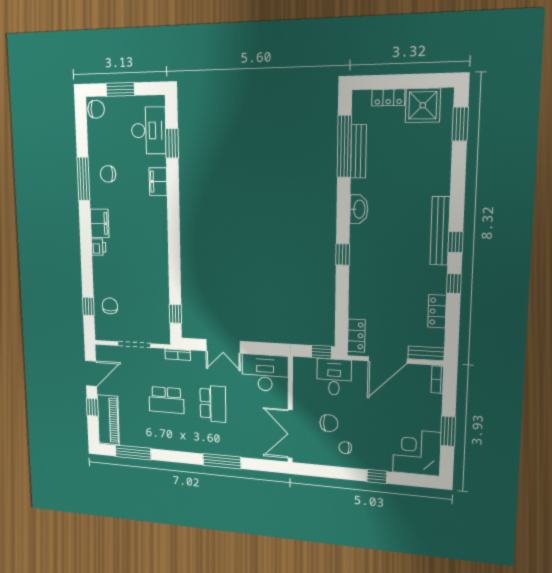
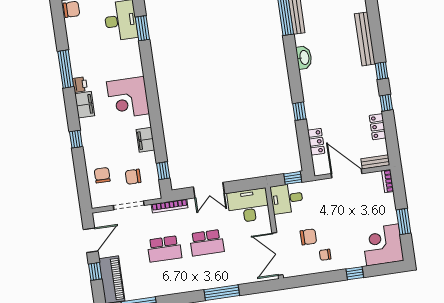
chair: (108, 174) -> (133, 177), moved
filing cabinet: (158, 182) -> (145, 140), moved
corner desk: (147, 223) -> (128, 98), added
bench: (440, 231) -> (365, 39), moved
printer: (99, 247) -> (80, 84), moved
window: (343, 254) -> (299, 111), moved
window: (88, 306) -> (76, 139), moved
locker: (356, 336) -> (316, 142), moved
bookcase: (178, 355) -> (170, 206), width x1.56
door: (387, 360) -> (347, 174), swing flipped
desk: (334, 377) -> (287, 198), moved, turned -90
school desk: (213, 404) -> (207, 243), turned 90

